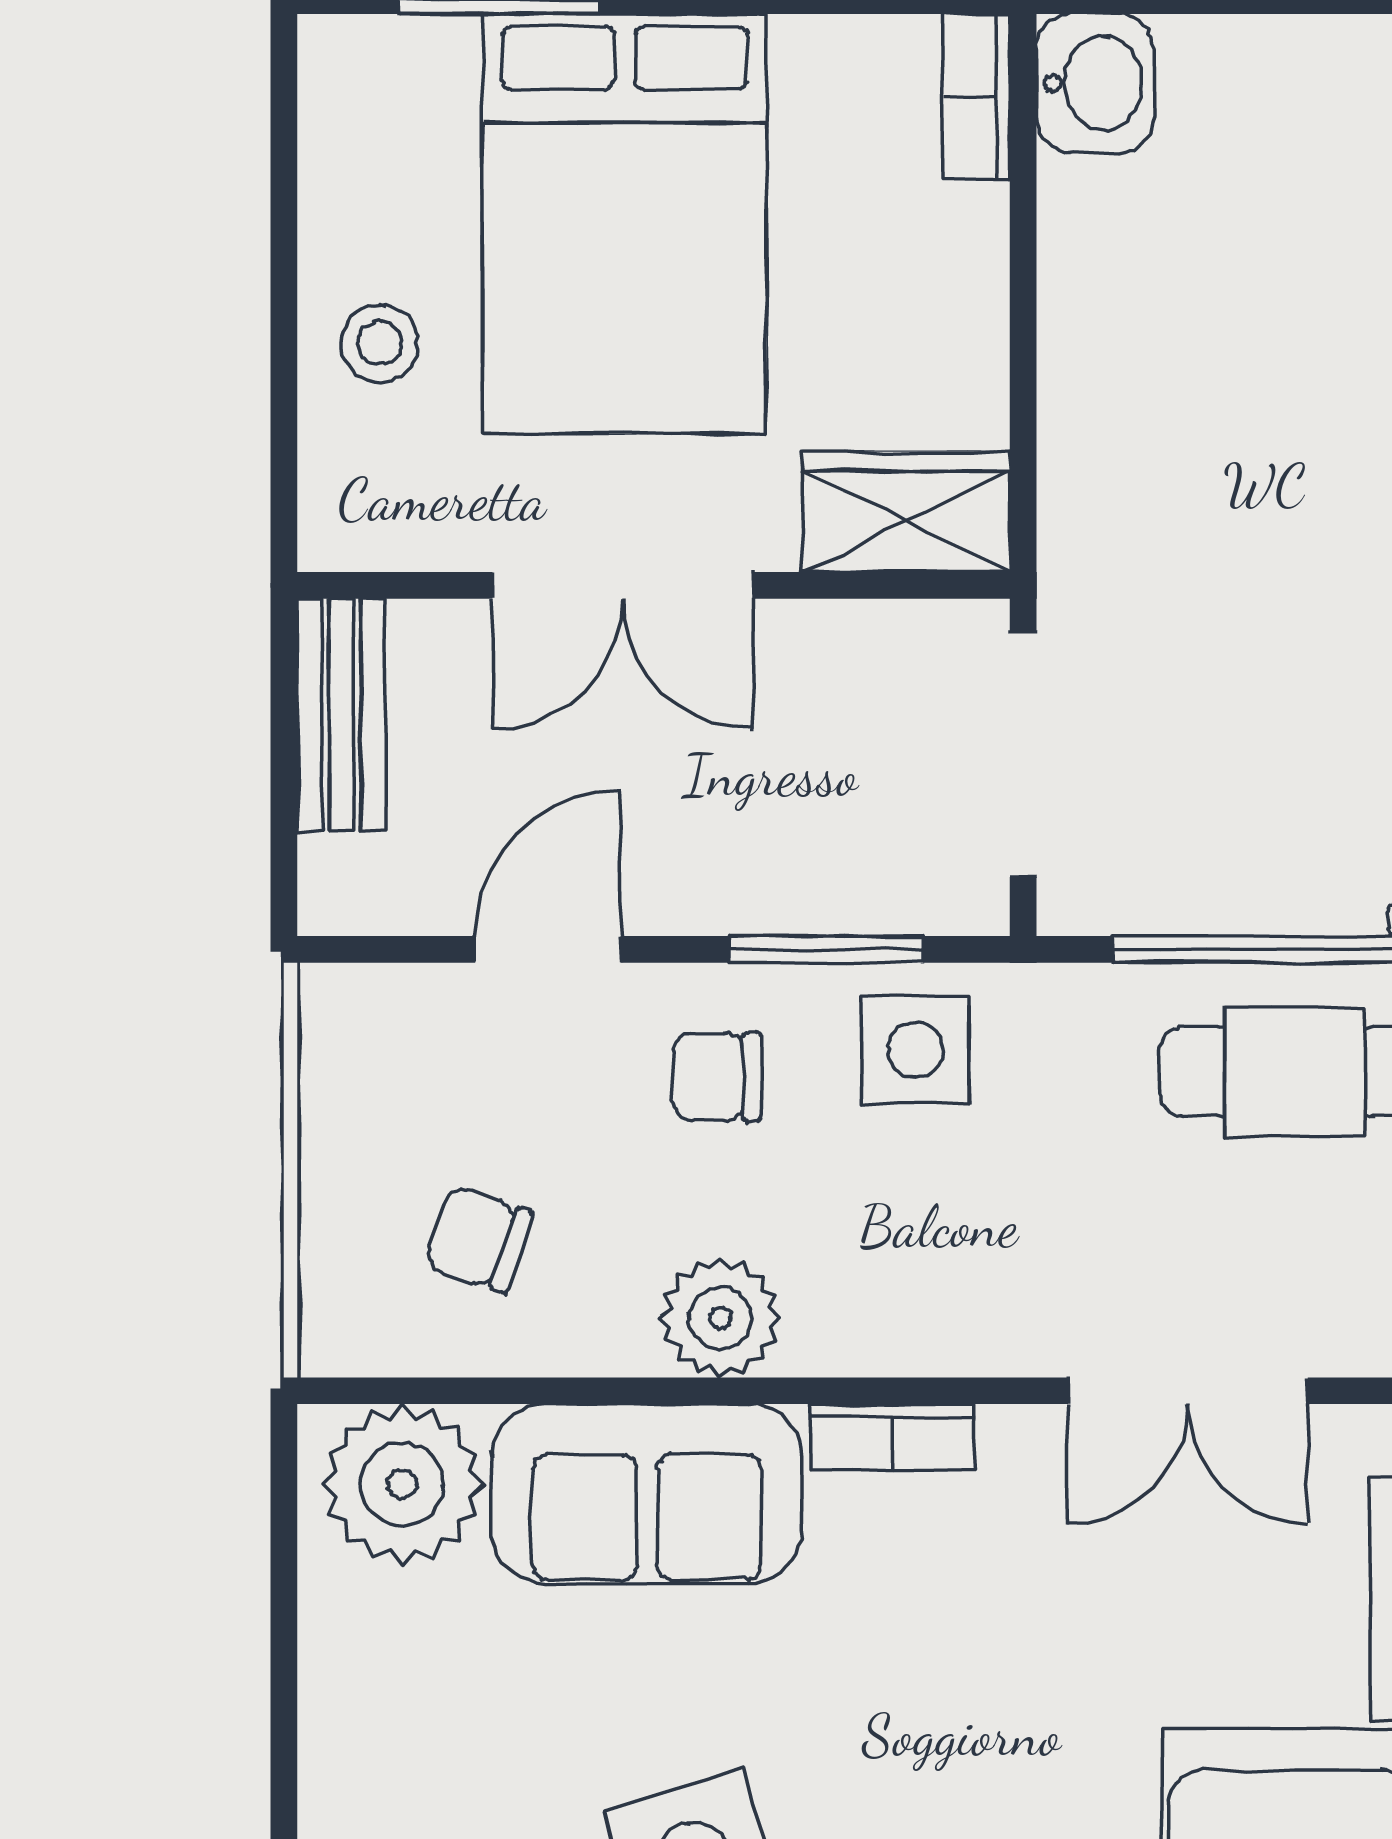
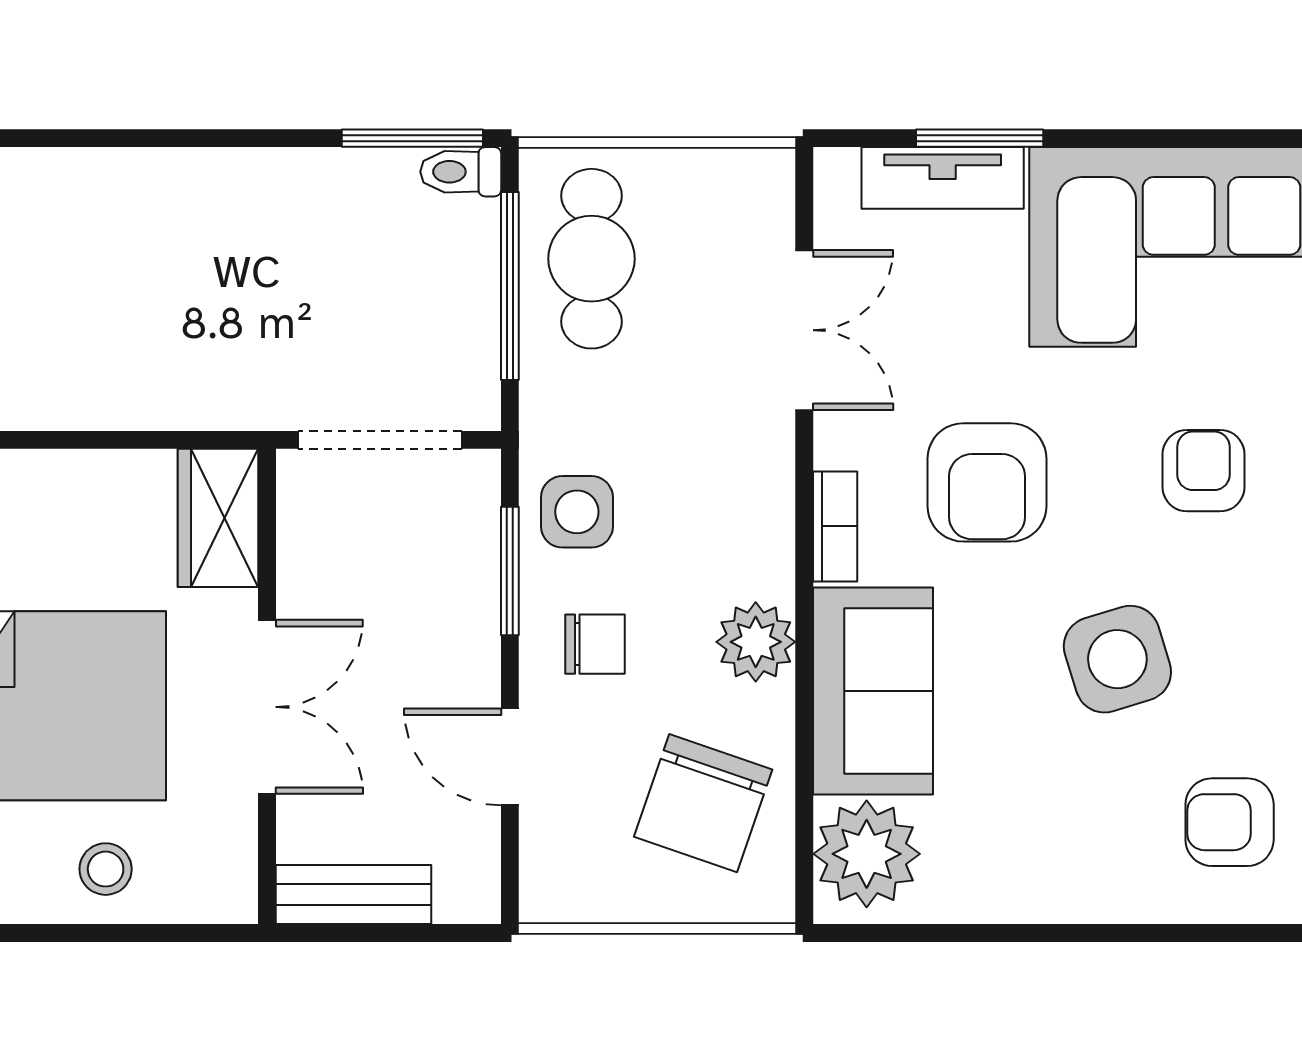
chair: (717, 1077) -> (595, 644), turned -90
chair: (479, 1239) -> (703, 803), width x1.87, depth x1.87
armchair: (959, 1665) -> (987, 482), added

